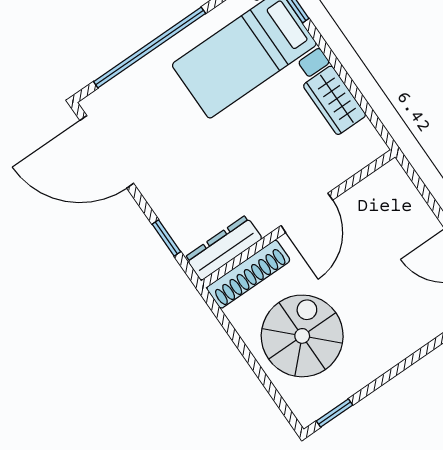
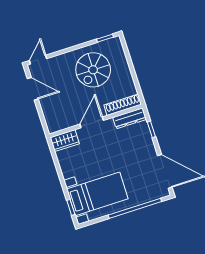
wardrobe: (334, 100) -> (65, 141), moved, turned 90
spiral stairs: (302, 336) -> (93, 70), moved

